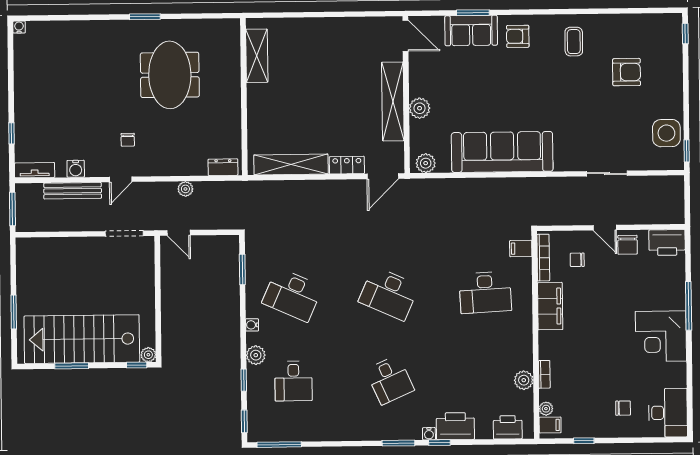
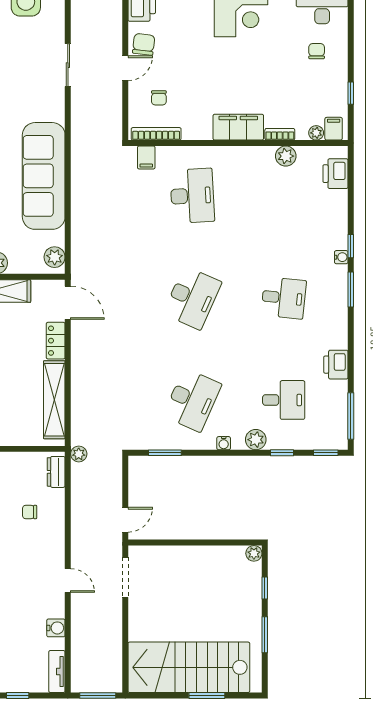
chair: (128, 140) -> (30, 512), moved, turned 180
plant: (185, 189) -> (79, 454), moved
bench: (73, 191) -> (79, 632), removed
chair: (628, 245) -> (144, 44), turned -83
filing cabinet: (550, 306) -> (238, 127), moved
stairs: (82, 339) -> (189, 667), moved, turned 90
window: (137, 365) -> (265, 588), moved
desk: (390, 380) -> (284, 298), turned 30
printer: (455, 426) -> (336, 365), moved, width x0.73, depth x0.84

